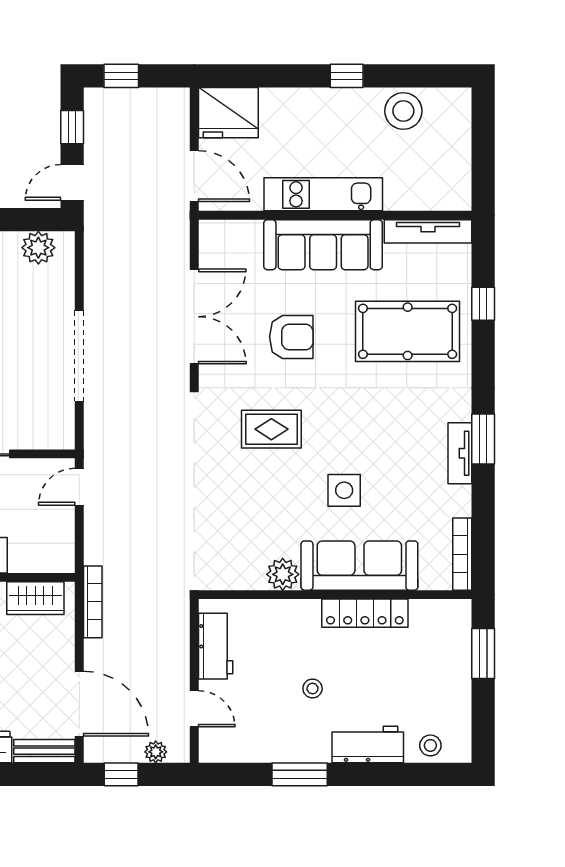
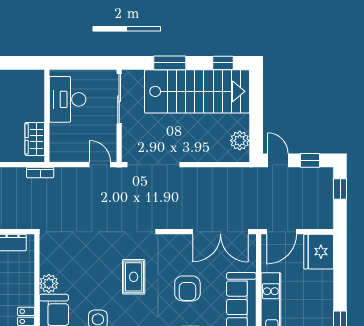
double door: (194, 317) -> (220, 232), moved
doorway: (79, 356) -> (153, 165), moved
bookcase: (93, 602) -> (40, 172), width x0.64

